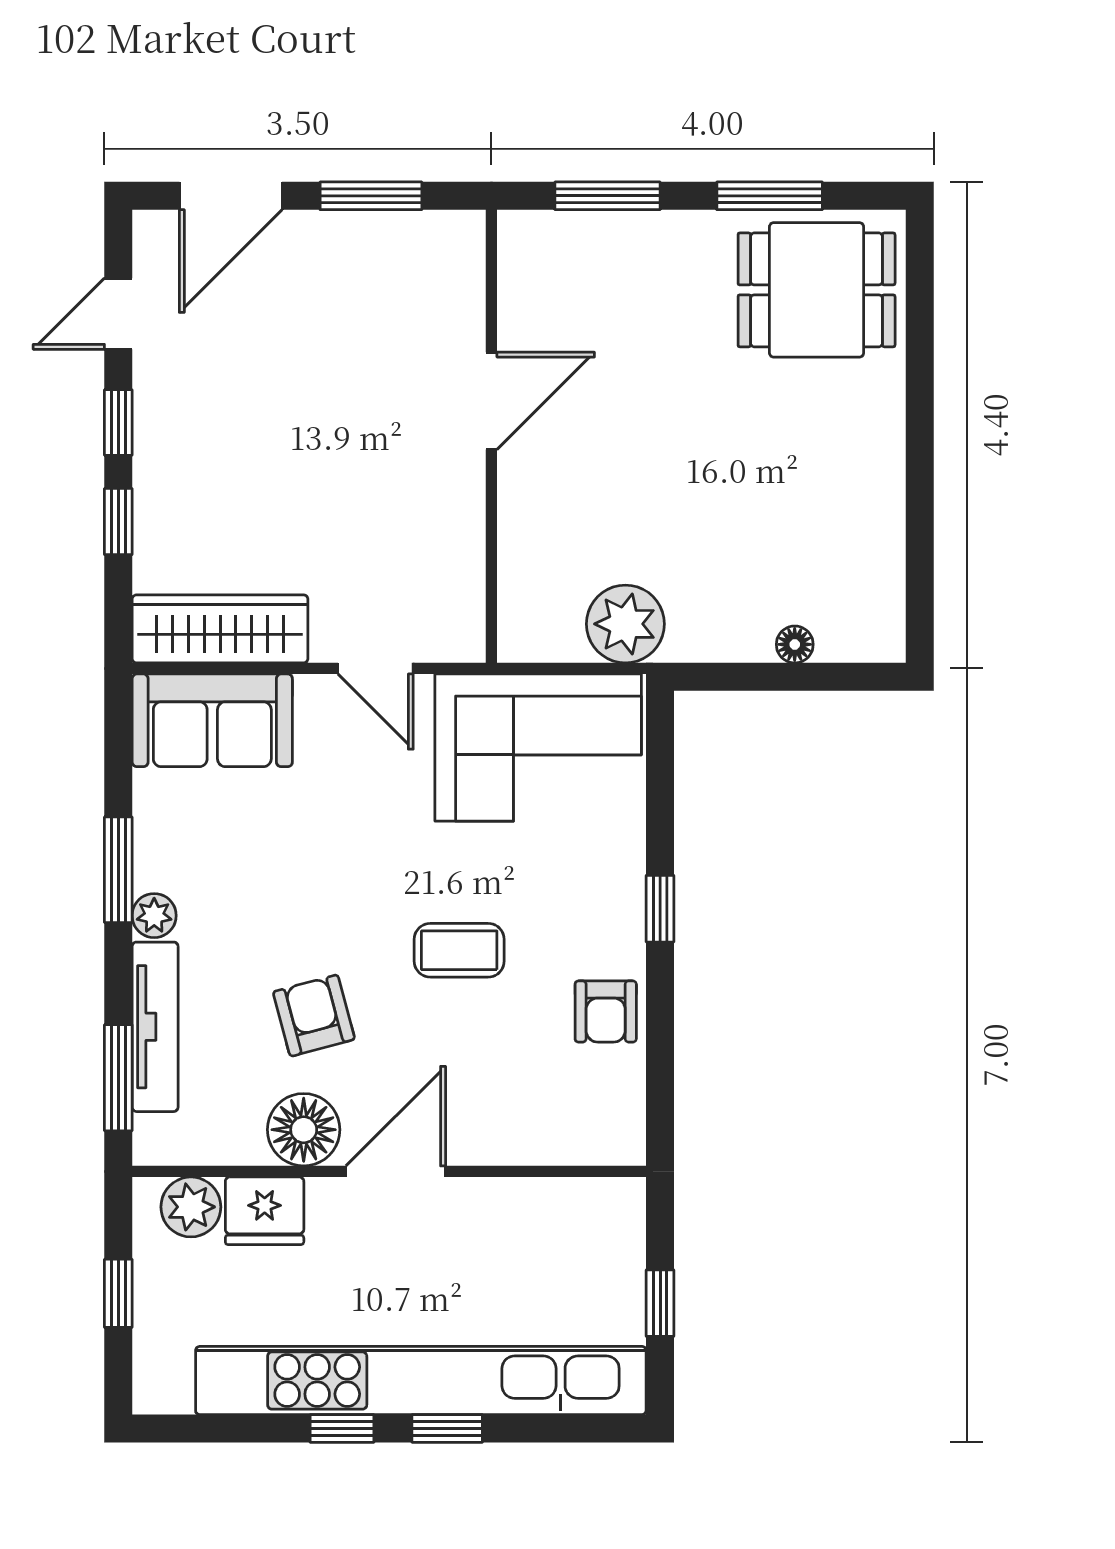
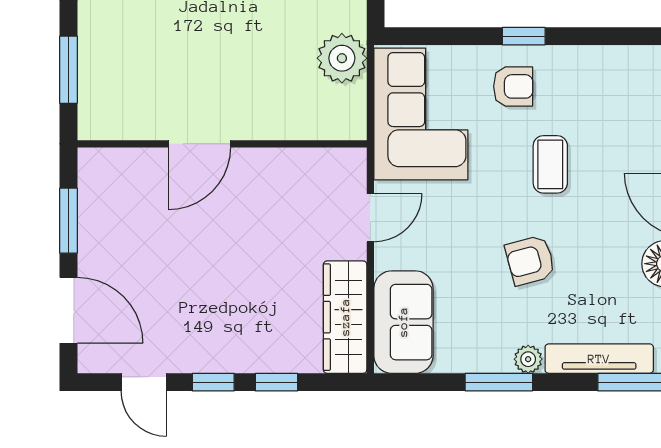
door: (491, 401) -> (199, 144), swing flipped
armchair: (606, 1012) -> (513, 86), moved
armchair: (314, 1016) -> (530, 260), moved

